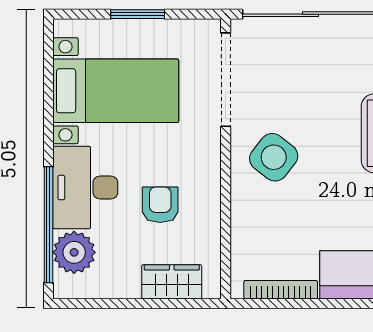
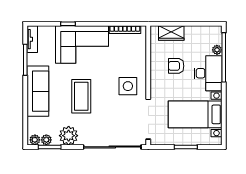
side table: (274, 157) -> (128, 86), turned -38
armchair: (160, 205) -> (176, 66), turned 90
plant: (74, 252) -> (217, 50), width x0.53, depth x0.53

